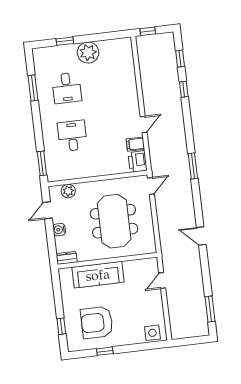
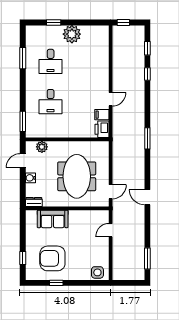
desk: (72, 136) -> (51, 102), turned 180
door: (151, 186) -> (111, 192), moved
sofa: (98, 275) -> (53, 219), width x0.73

